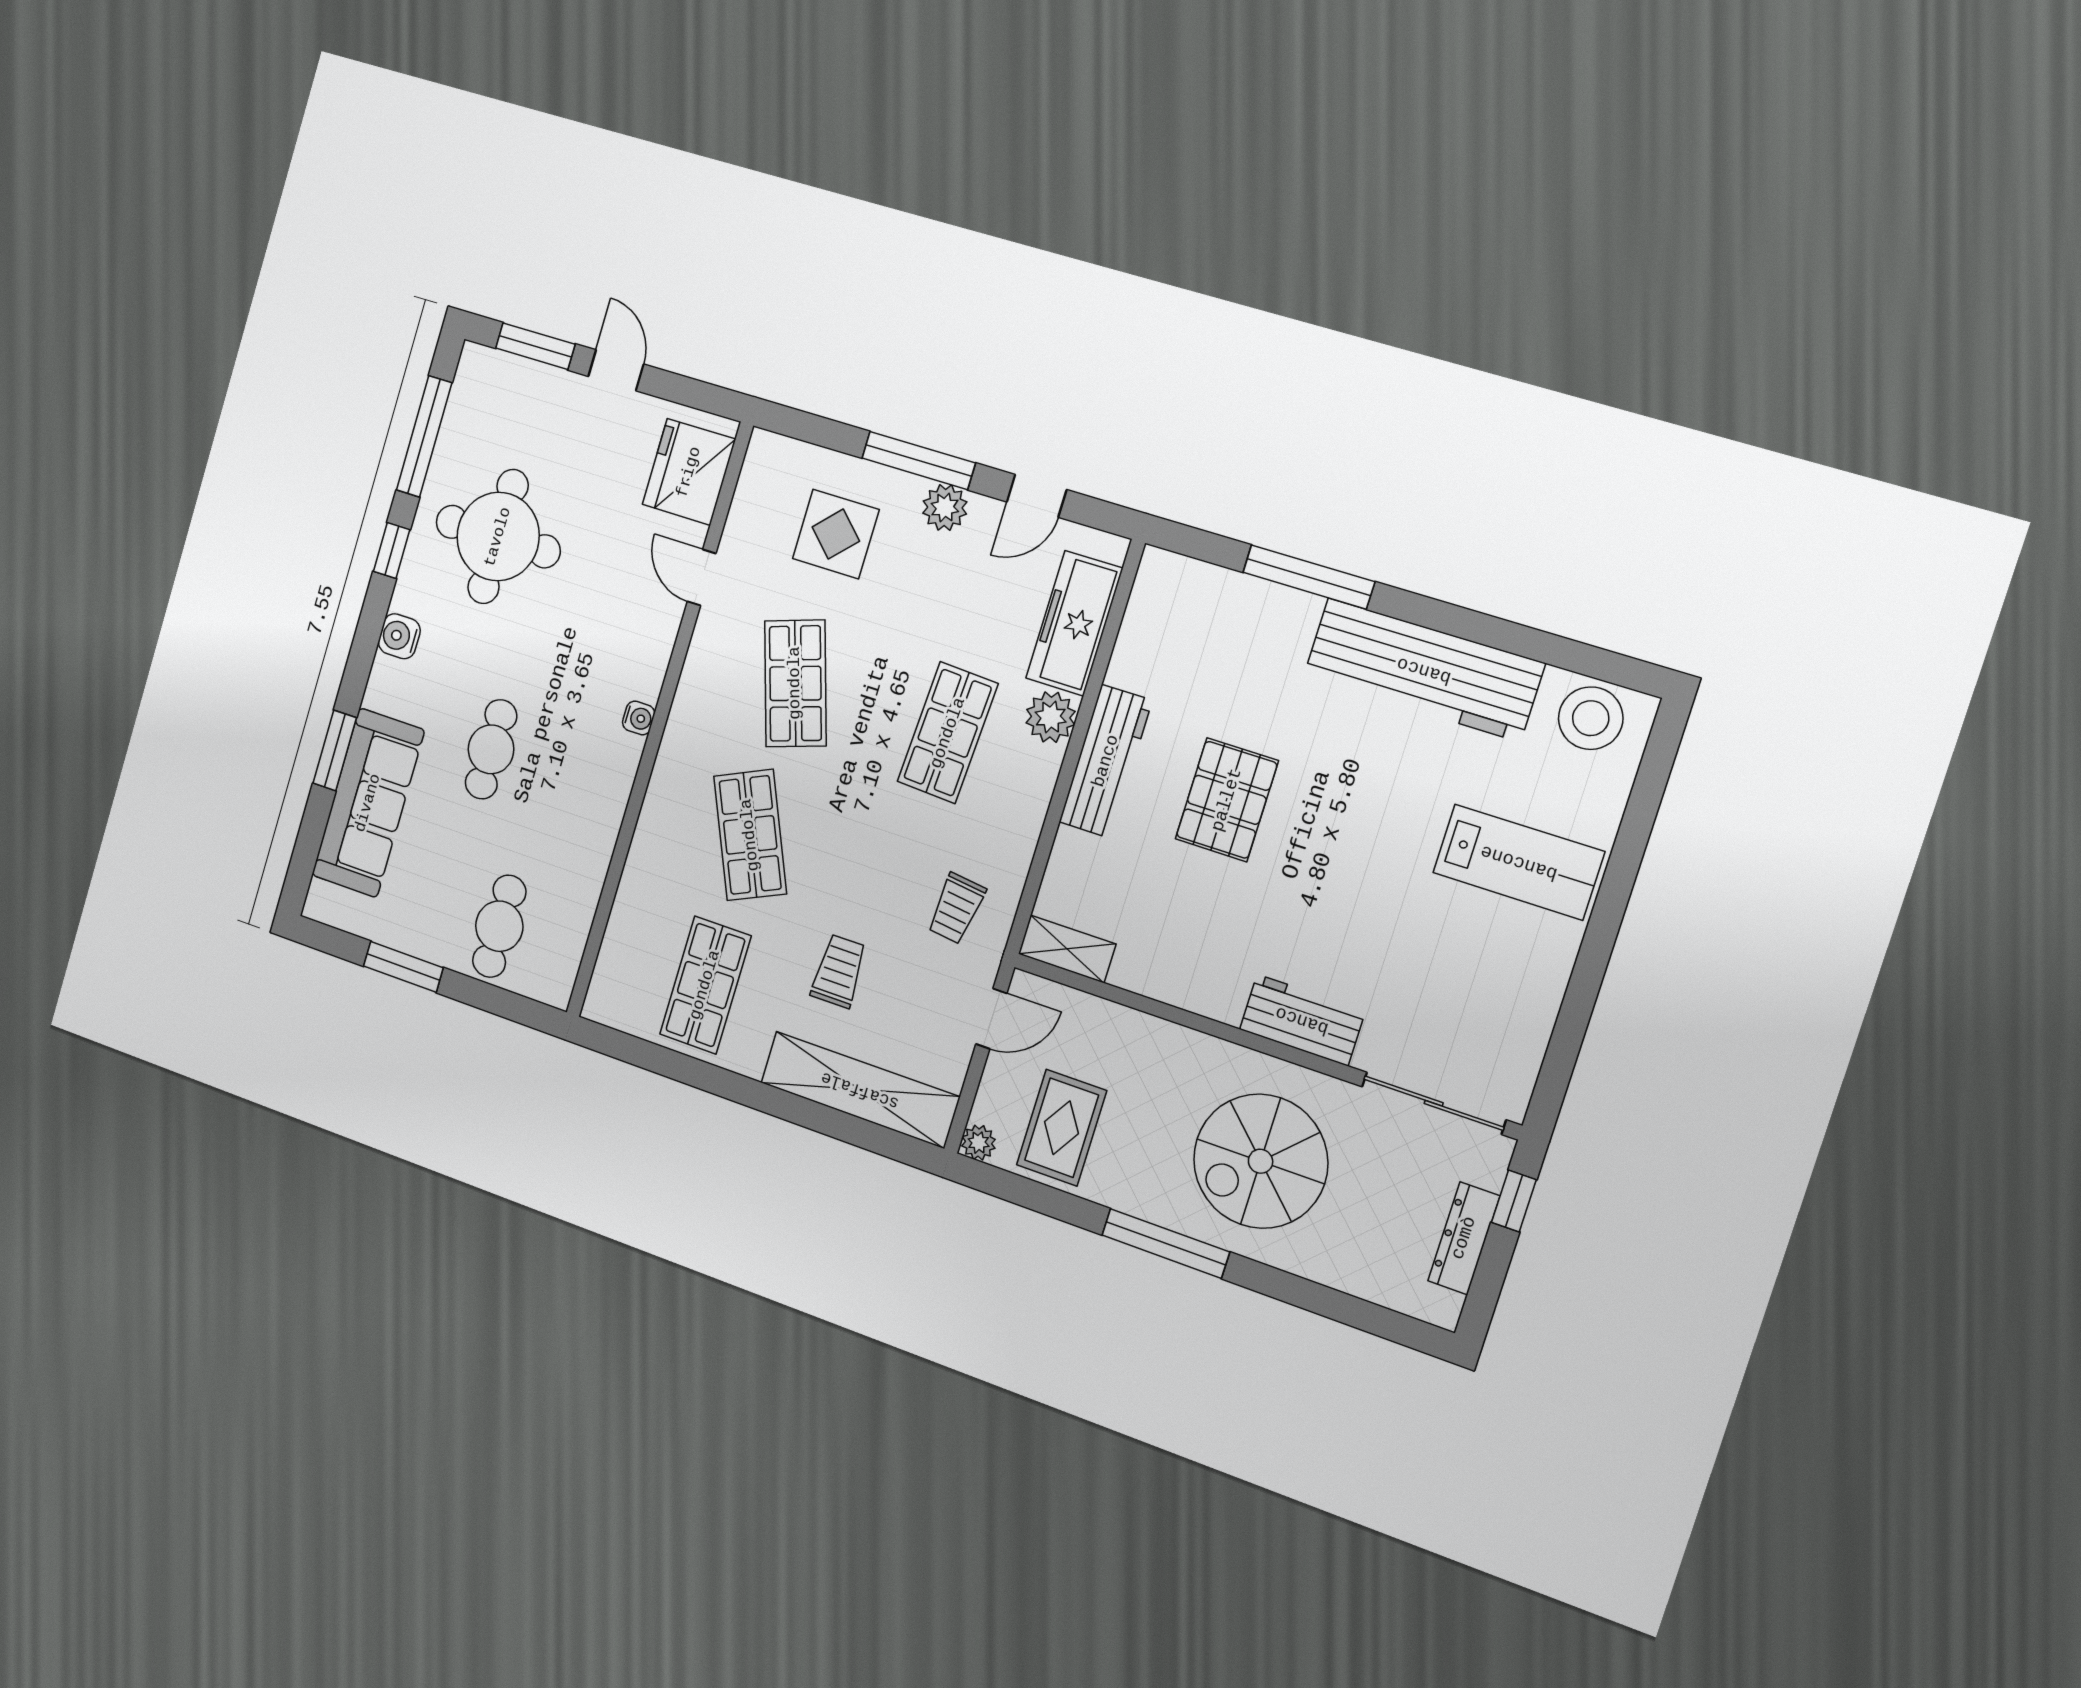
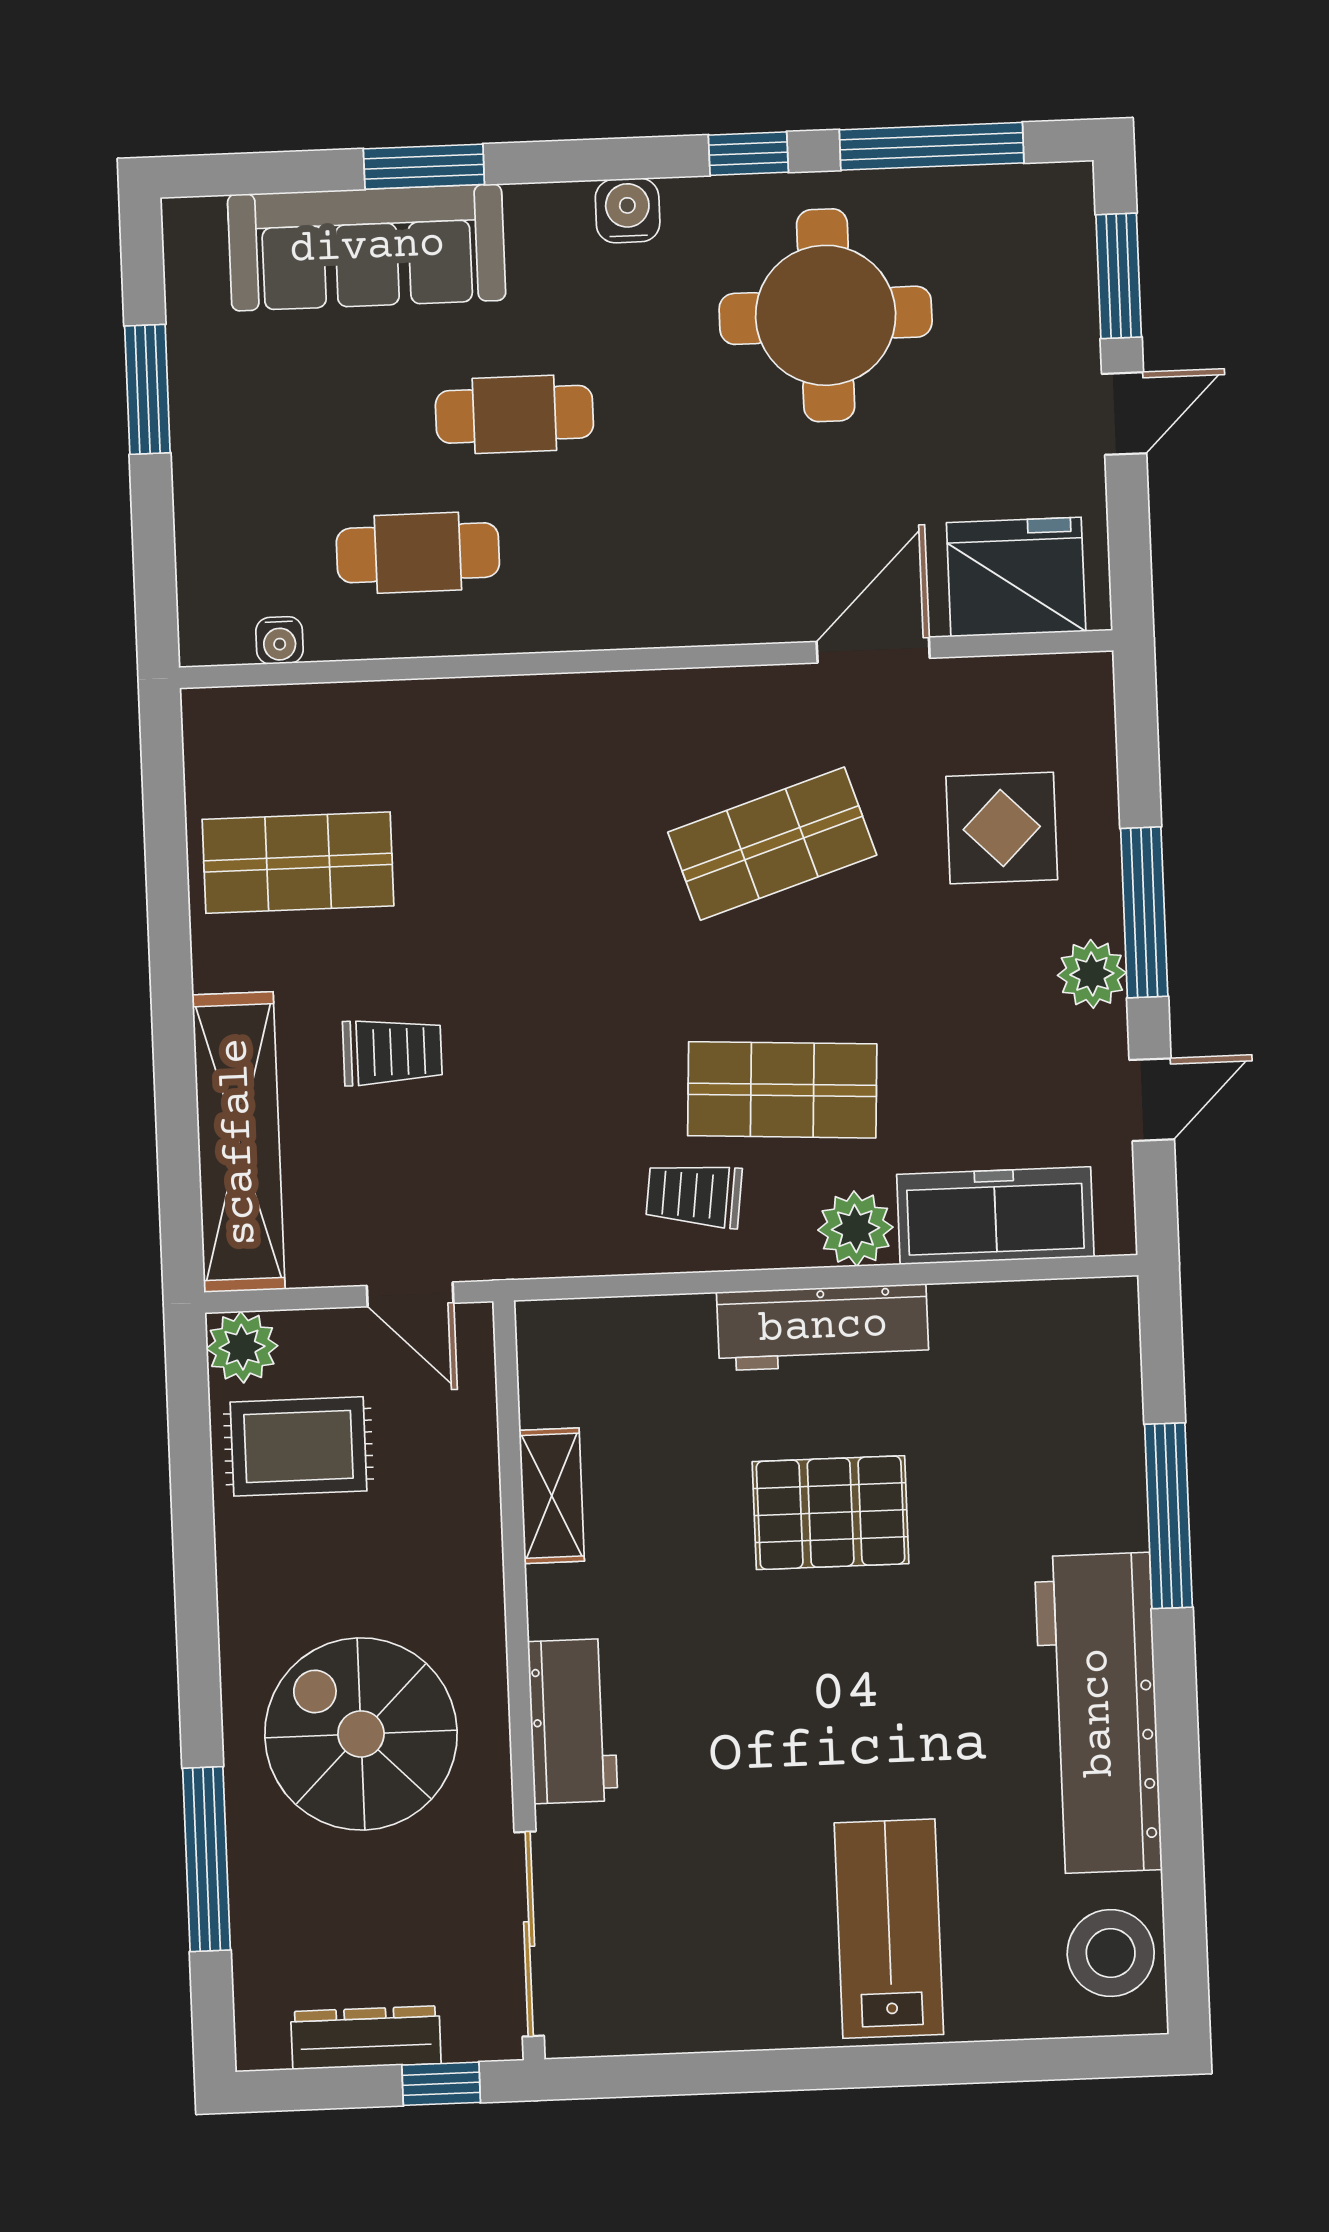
door: (1037, 496) -> (1152, 1100), swing flipped
door: (702, 577) -> (873, 650), width x1.38
water cooler: (639, 718) -> (280, 640), moved
shop shelf: (750, 835) -> (535, 853), removed
lab bench: (1519, 862) -> (889, 1929), turned 180
trolley: (956, 908) -> (694, 1195), moved
cafe table: (499, 926) -> (418, 553), moved
shelving: (1067, 949) -> (552, 1496), moved
plant: (979, 1143) -> (242, 1347), width x1.38, depth x1.38
window: (1166, 1243) -> (206, 1859), moved

